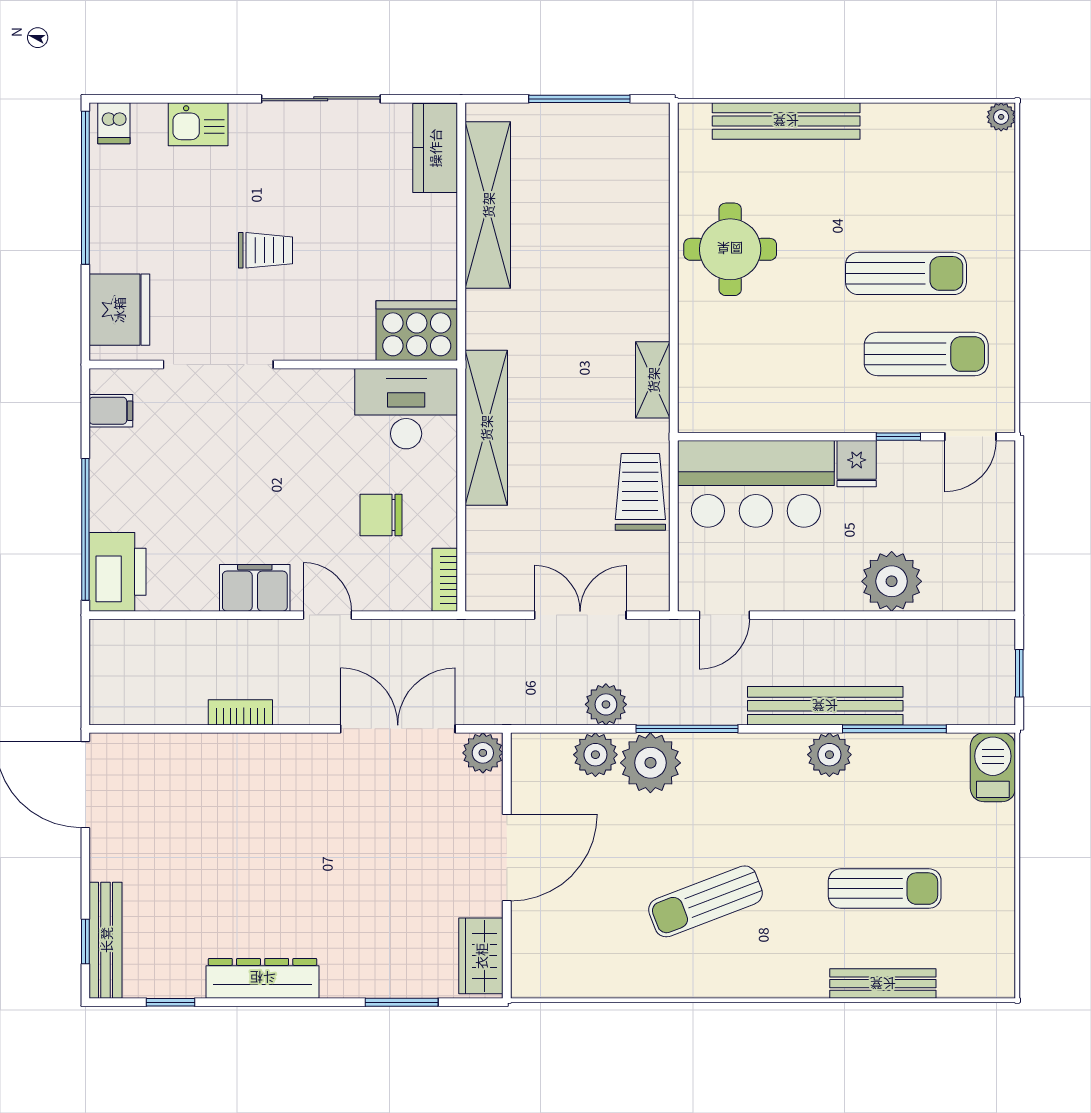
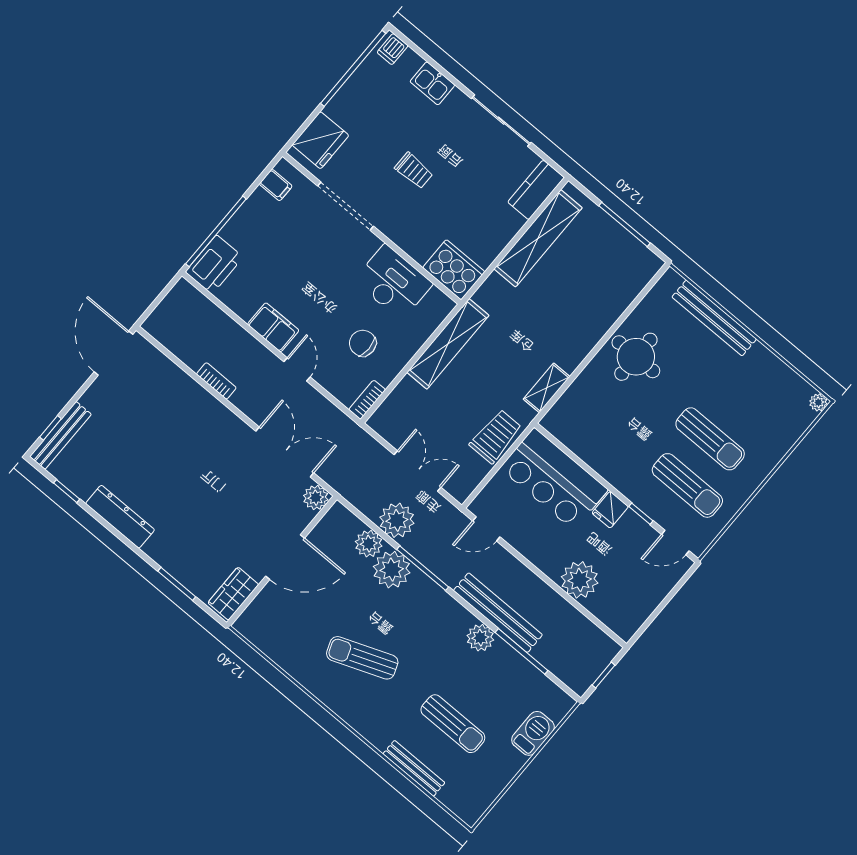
desk: (406, 409) -> (393, 282), moved
plant: (606, 704) -> (397, 520), width x1.36, depth x1.36
barbecue: (993, 767) -> (533, 733), moved

